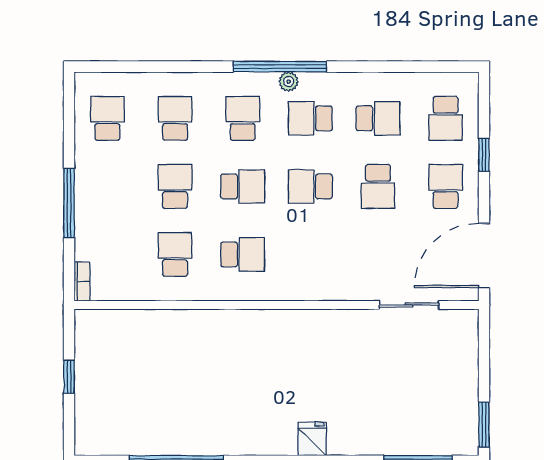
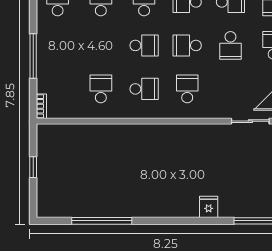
school desk: (175, 186) -> (187, 89), moved
fridge: (312, 439) -> (209, 207), moved

